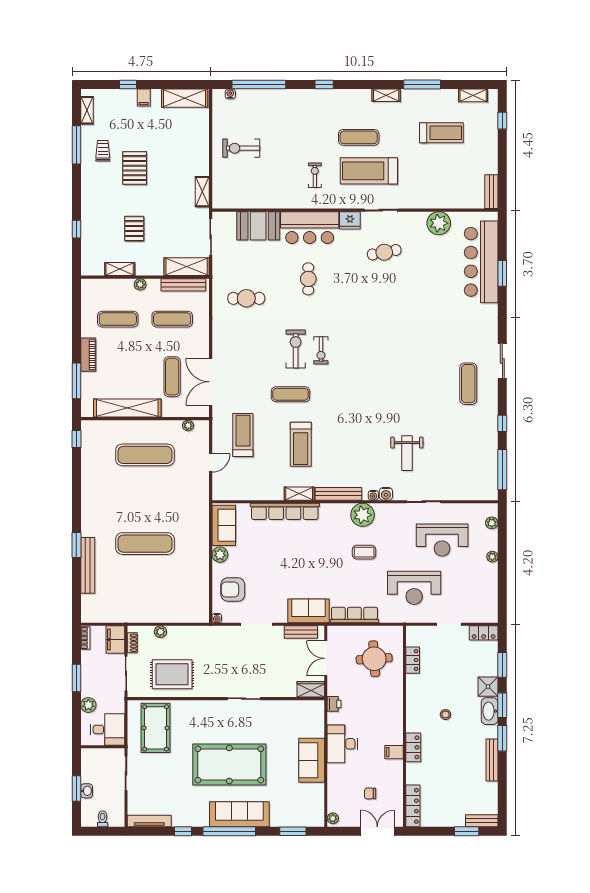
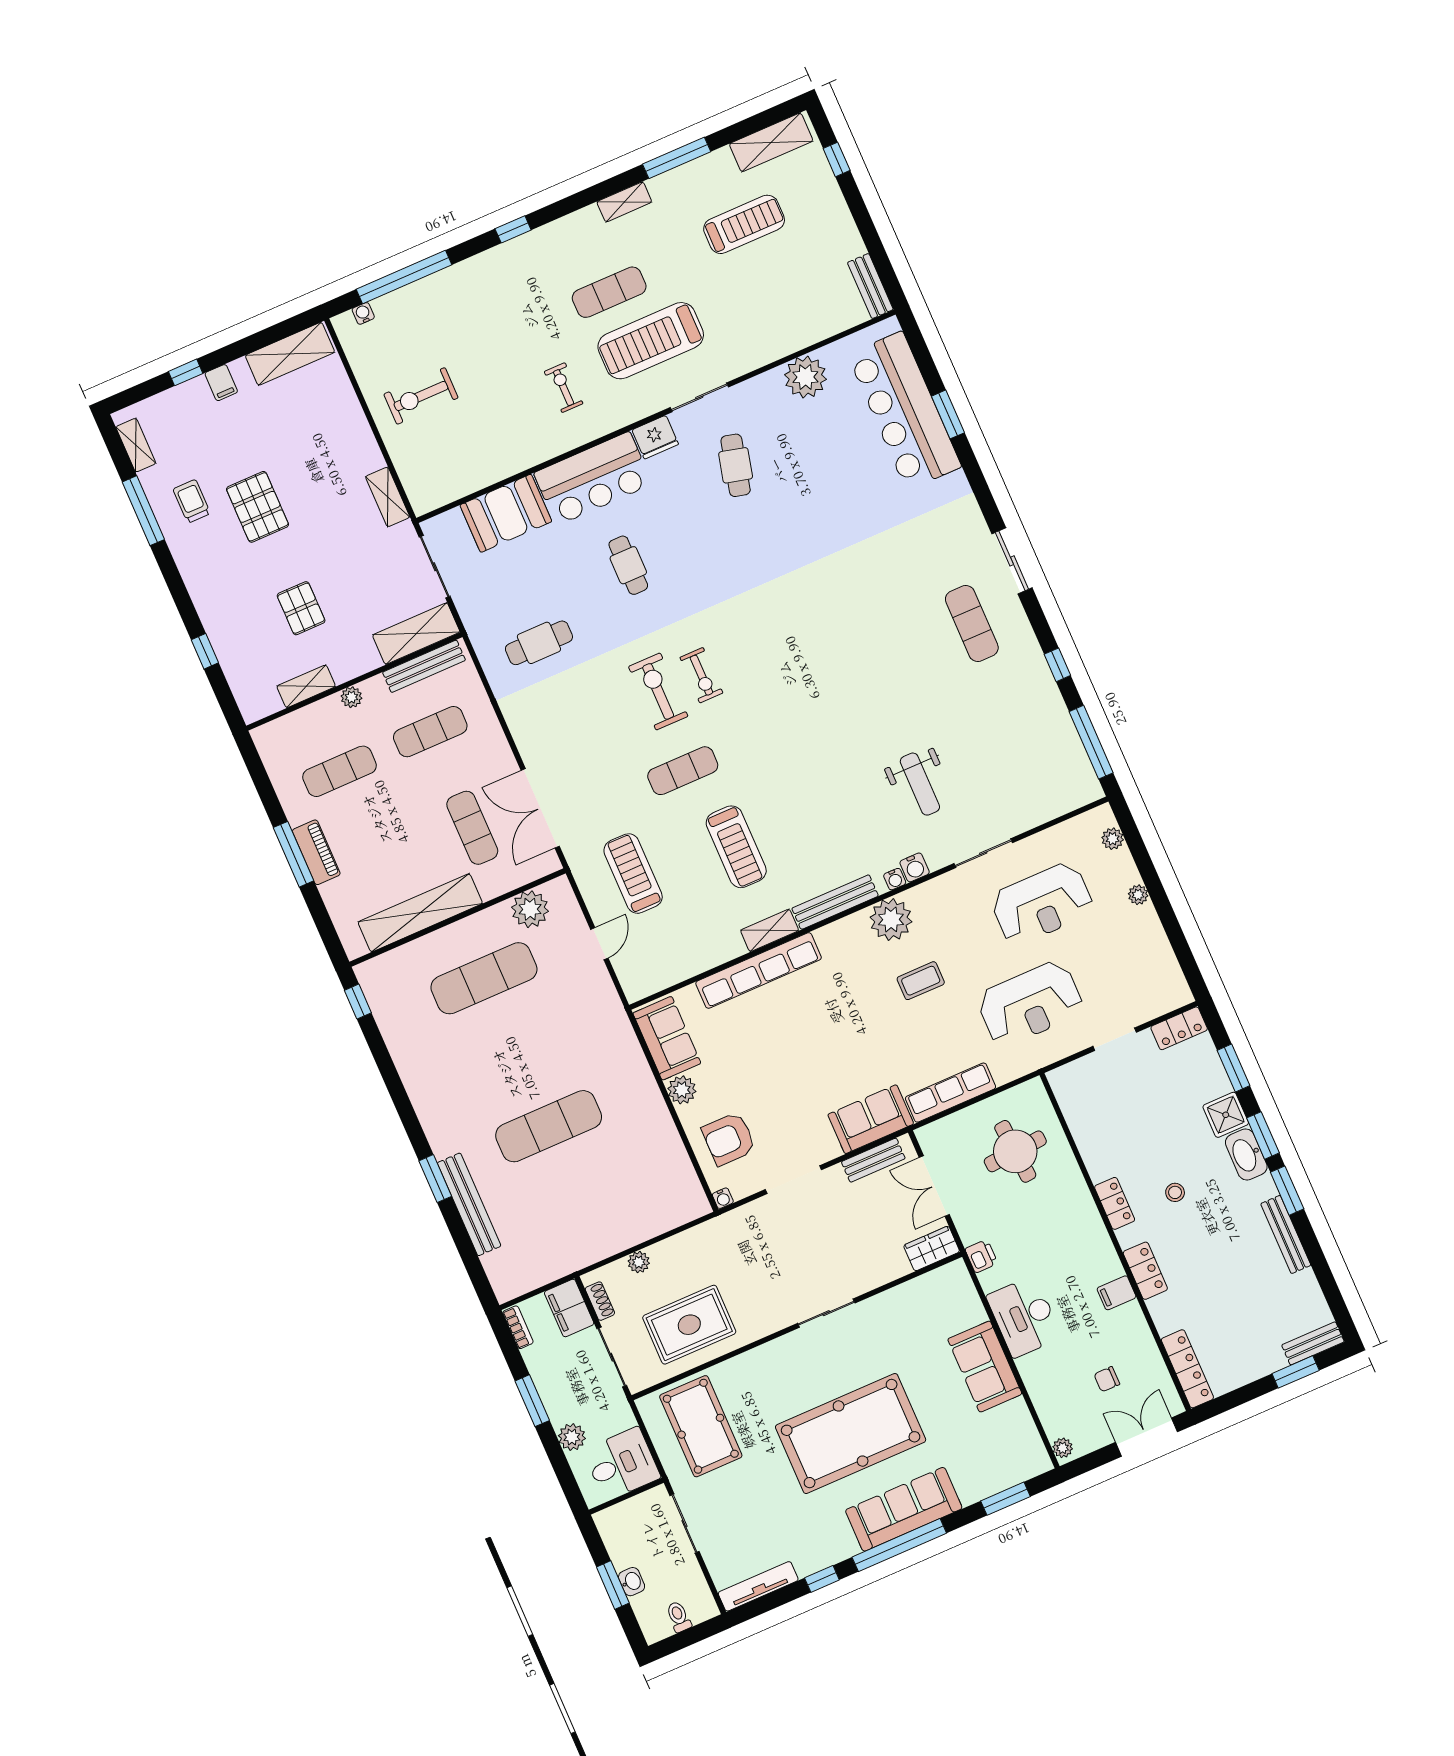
shelving: (473, 95) -> (771, 142), width x1.50, depth x1.33
cafe table: (384, 252) -> (736, 465), turned -65
window: (76, 381) -> (294, 854), moved
plant: (188, 426) -> (530, 909), width x1.88, depth x1.88
locker: (413, 660) -> (1115, 1203), moved

